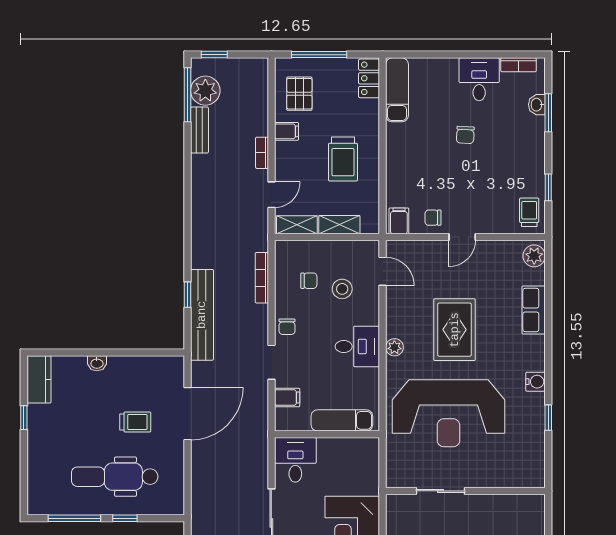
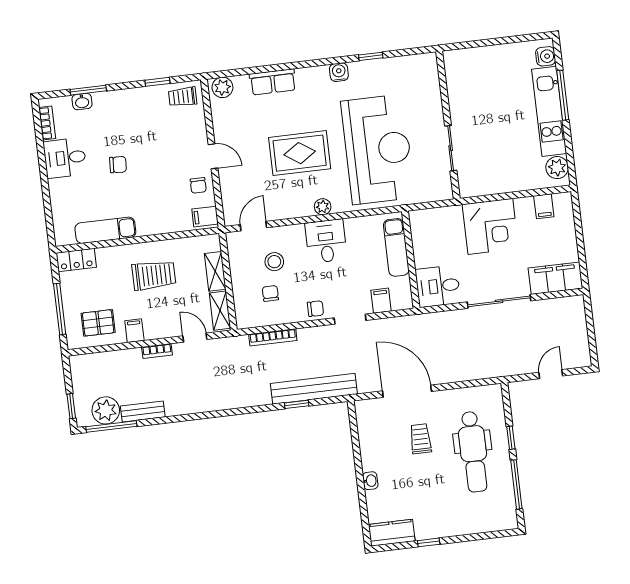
exam couch: (397, 90) -> (105, 230), moved

